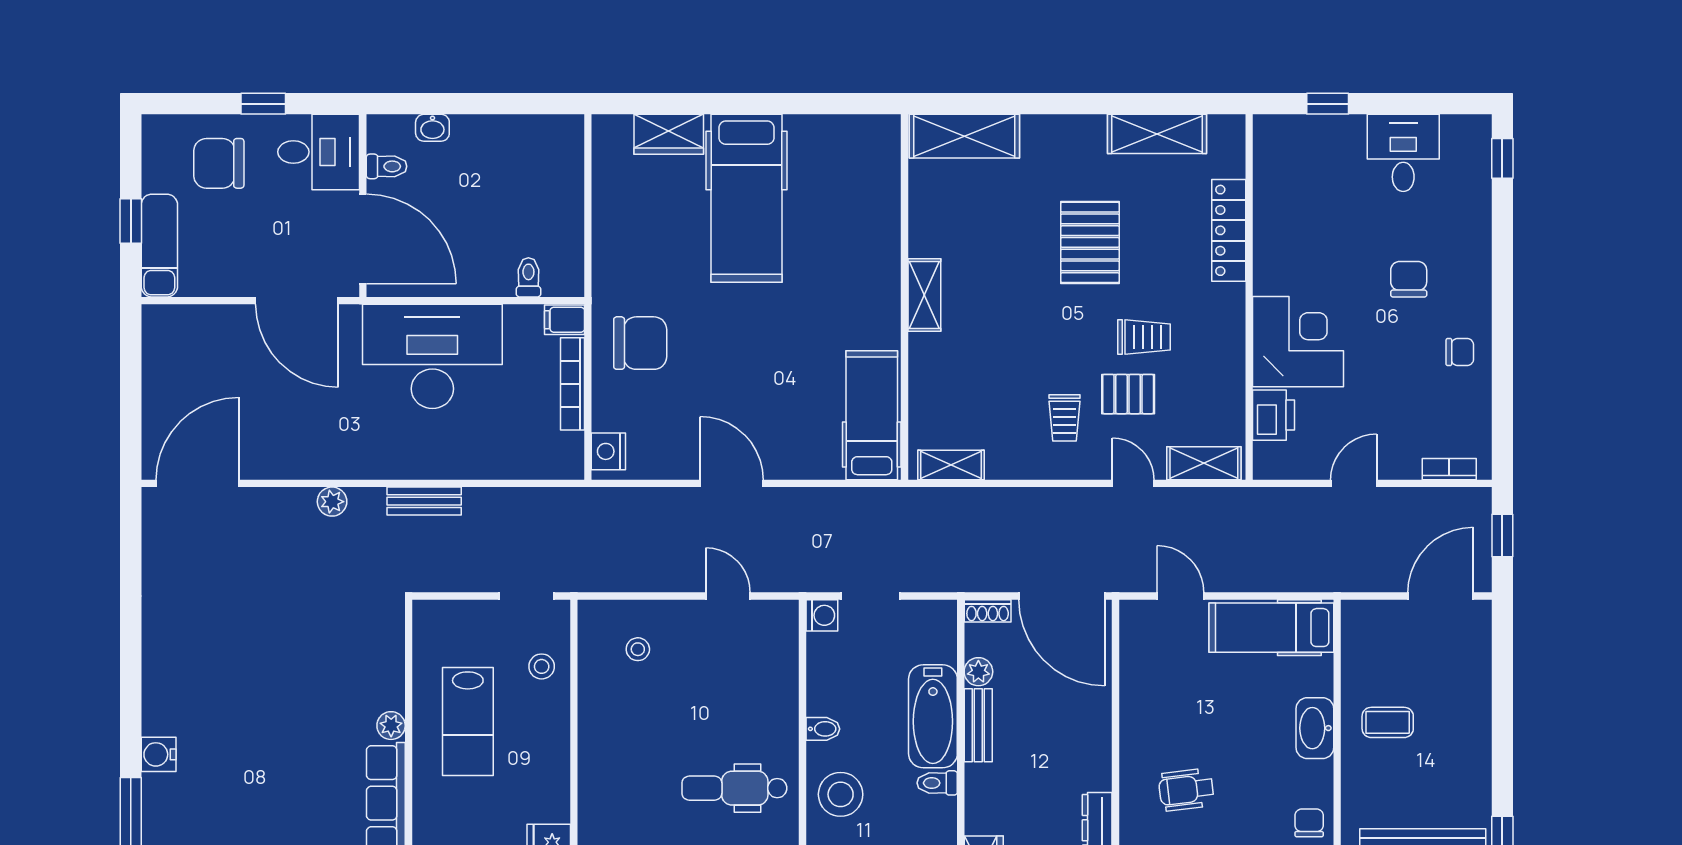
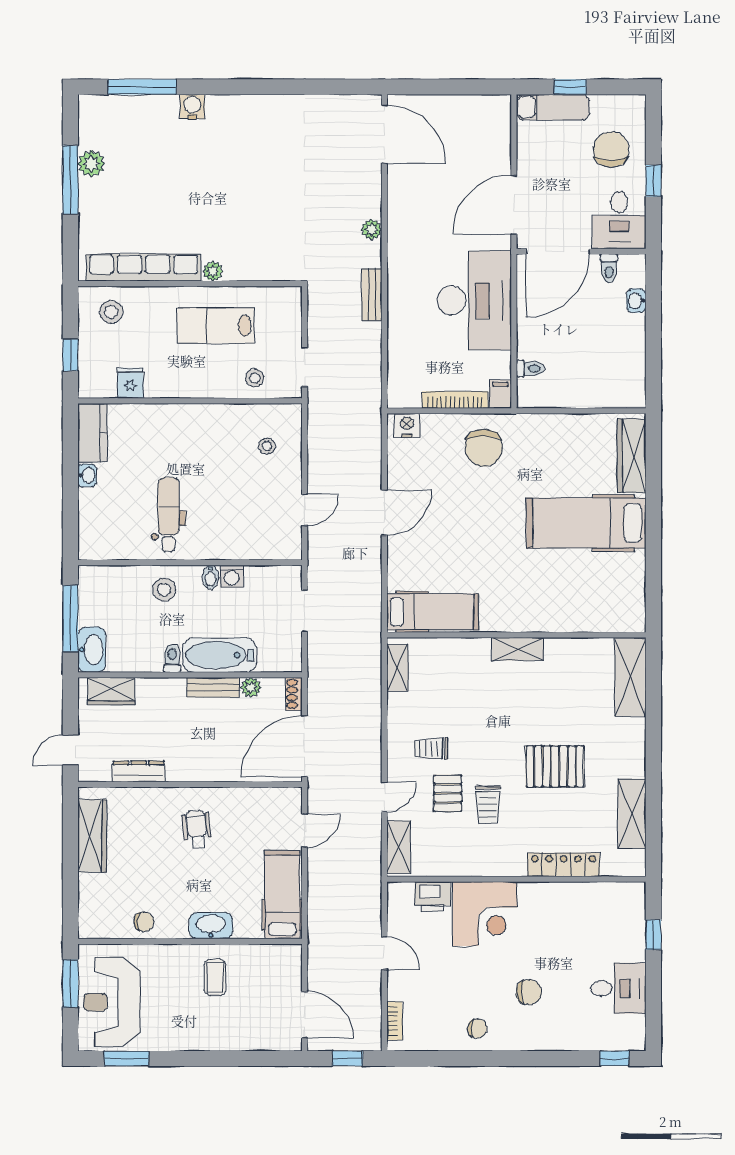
wardrobe: (669, 134) -> (632, 456), width x1.50
chair: (1460, 352) -> (477, 1028), turned -90
washing machine: (822, 615) -> (232, 576), moved
wheelchair: (1186, 790) -> (197, 829), moved
stool: (841, 794) -> (164, 590), width x0.73, depth x0.73

